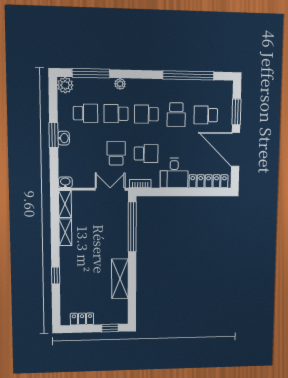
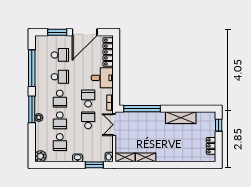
window: (91, 73) -> (32, 109), moved
school desk: (86, 113) -> (60, 142), turned 180
school desk: (206, 115) -> (60, 55), turned -90
window: (54, 135) -> (94, 165), moved
school desk: (116, 153) -> (88, 120), turned 90
window: (56, 275) -> (178, 165), removed

